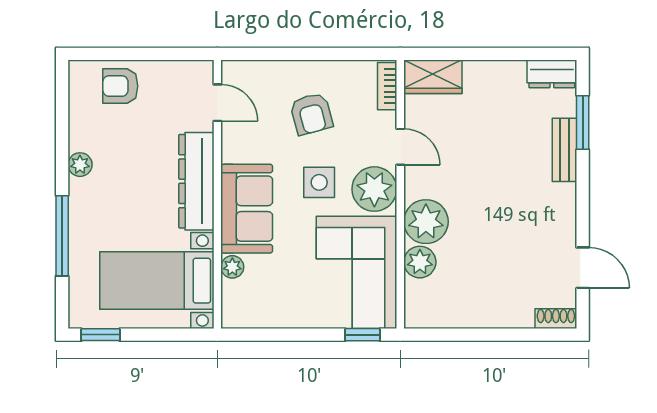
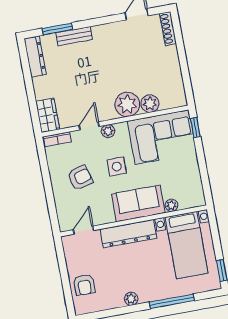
dresser: (552, 74) -> (35, 57), width x1.44
plant: (374, 189) -> (108, 131), width x0.53, depth x0.53
shoe rack: (556, 319) -> (168, 29), width x1.43

